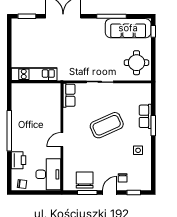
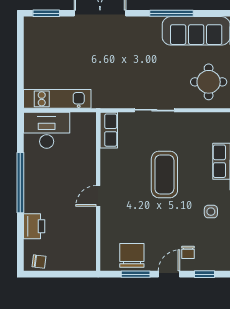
coffee table: (107, 125) -> (164, 174), turned -66
desk: (48, 174) -> (47, 130), moved, turned -90

